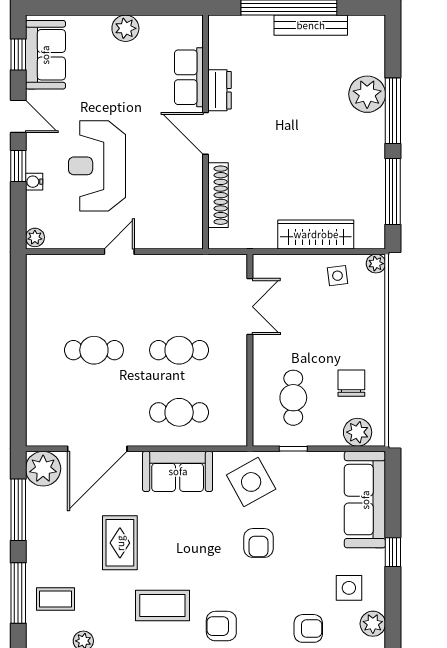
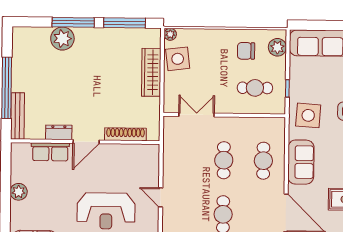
bench: (311, 25) -> (18, 116), moved
side table: (337, 276) -> (178, 59), width x1.87, depth x1.87
side table: (251, 482) -> (308, 115), turned 33

